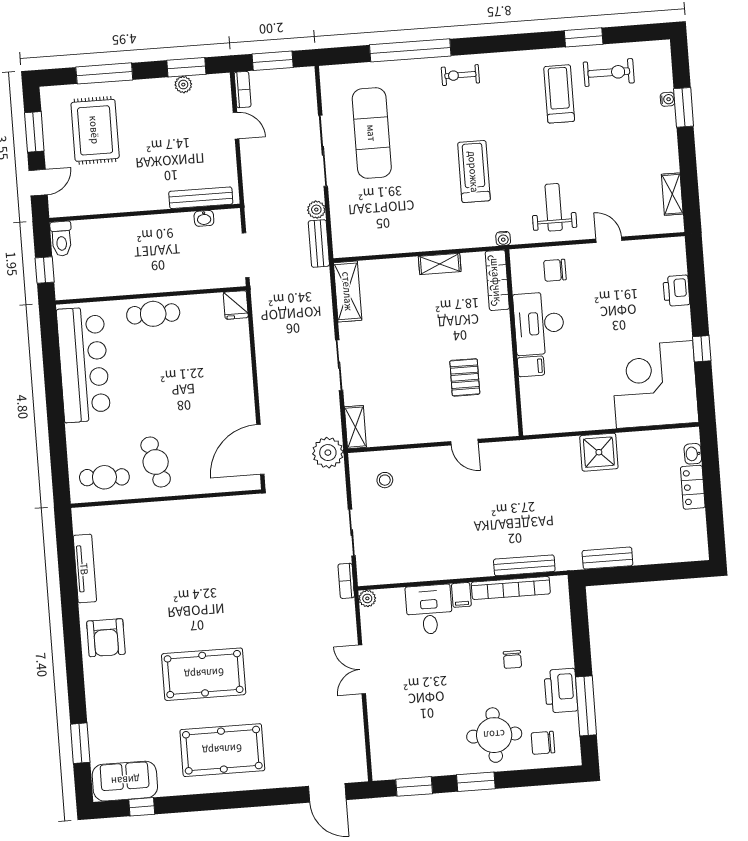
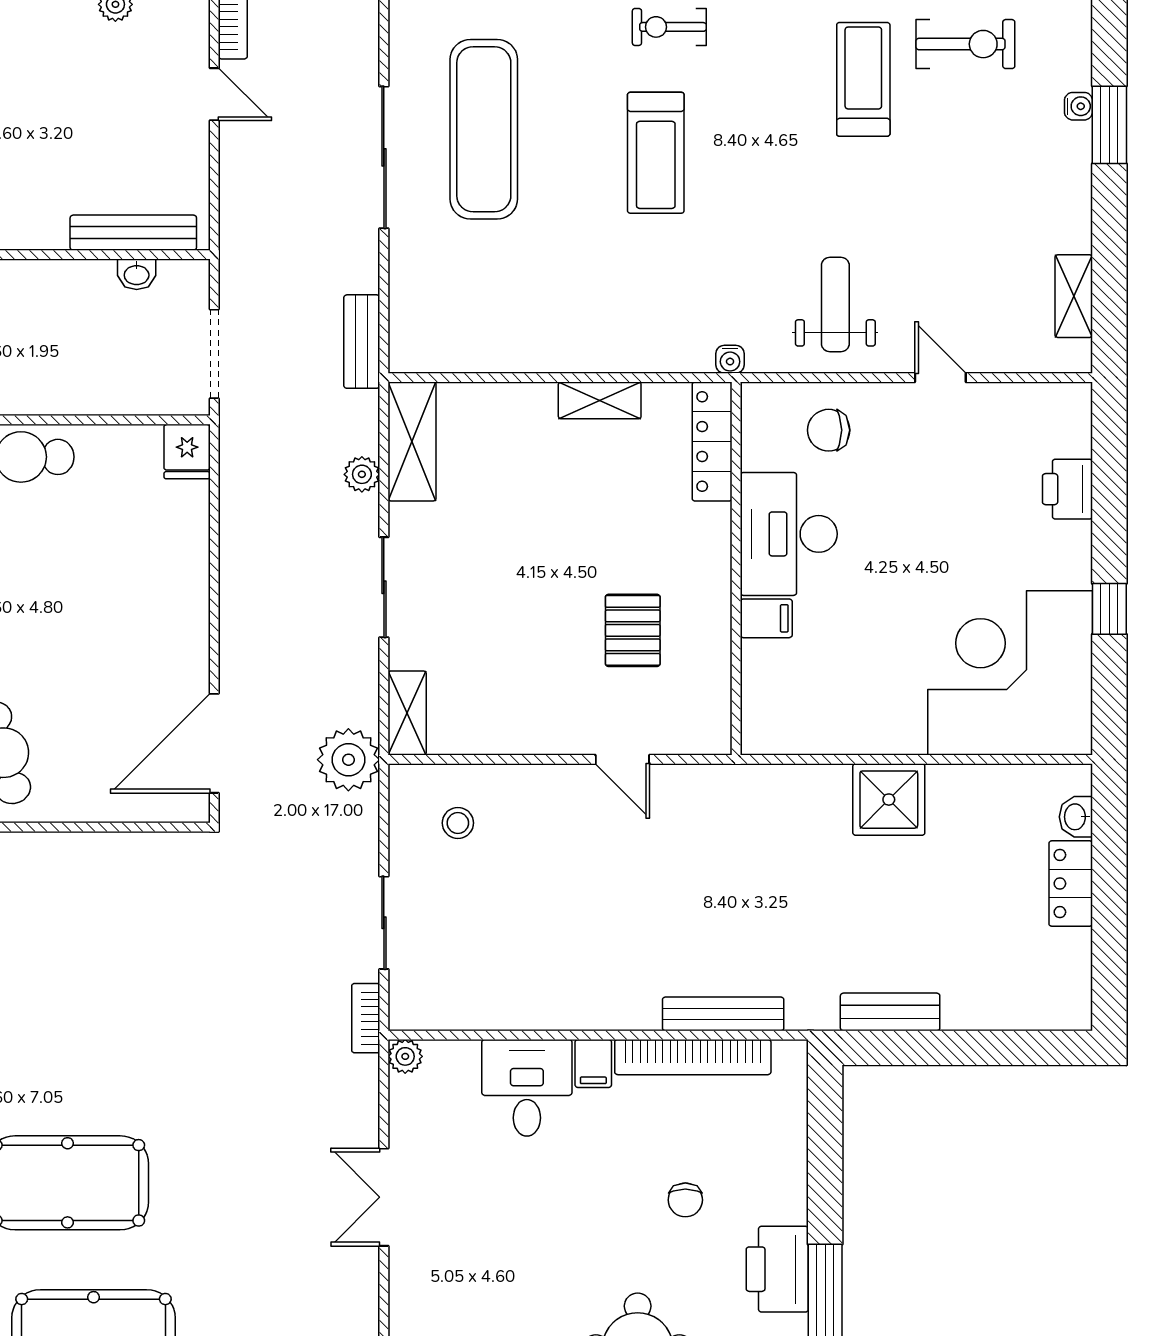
treadmill: (474, 172) -> (656, 153), moved, turned 180
plant: (316, 210) -> (362, 474), moved

